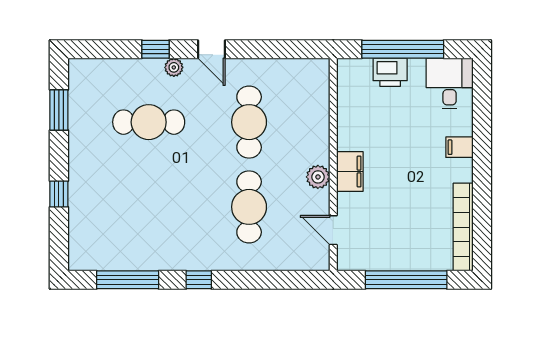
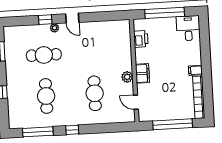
printer: (390, 72) -> (141, 39), moved, turned -90
cafe table: (249, 122) -> (46, 96), moved
filing cabinet: (459, 147) -> (195, 70), moved

